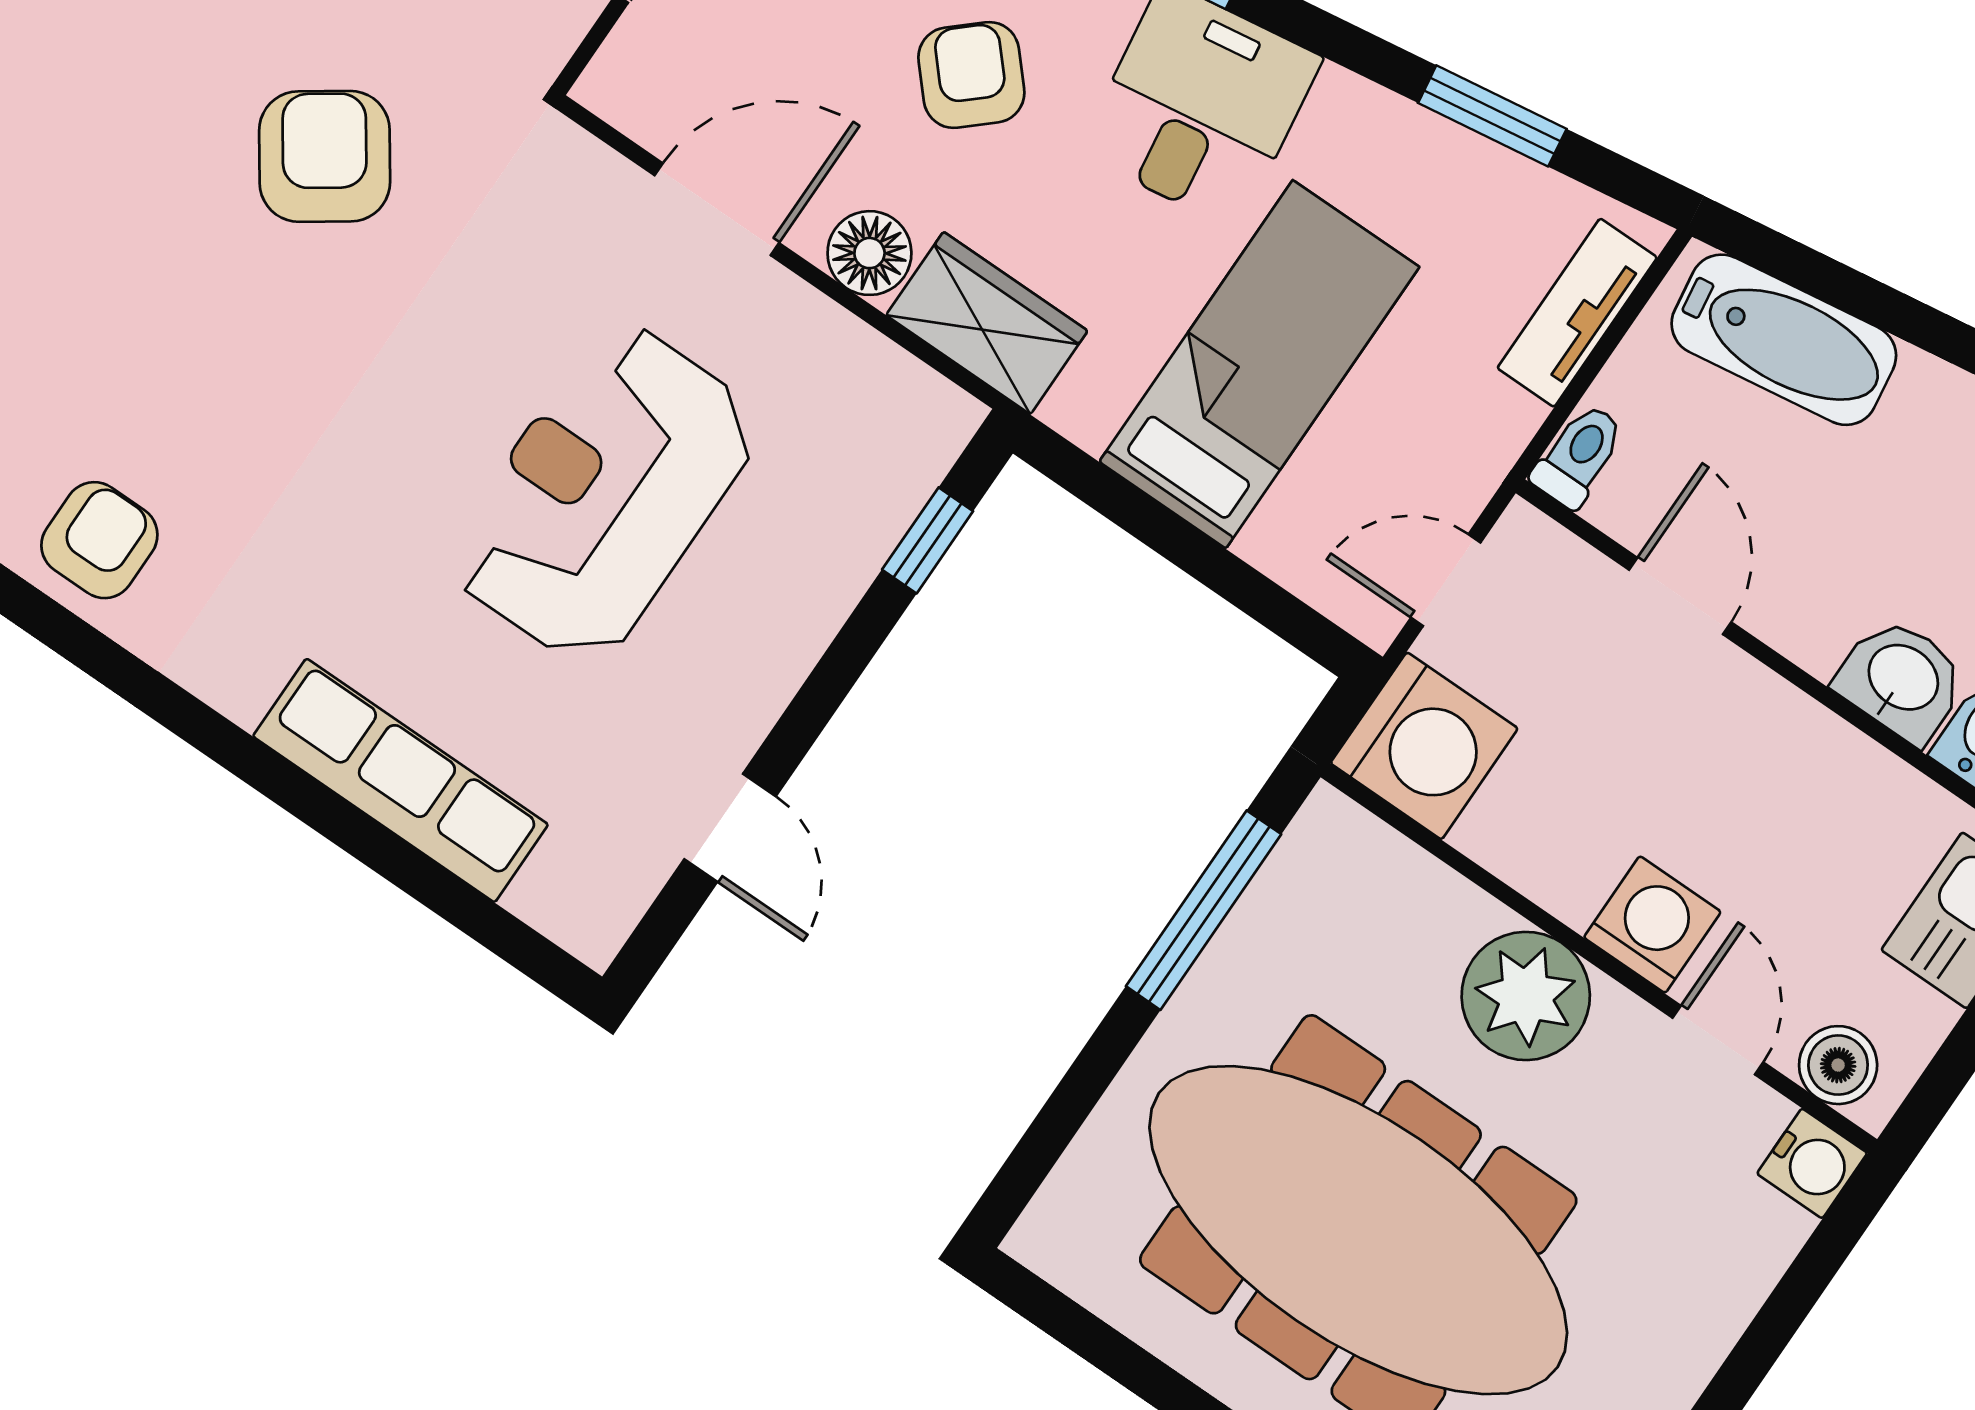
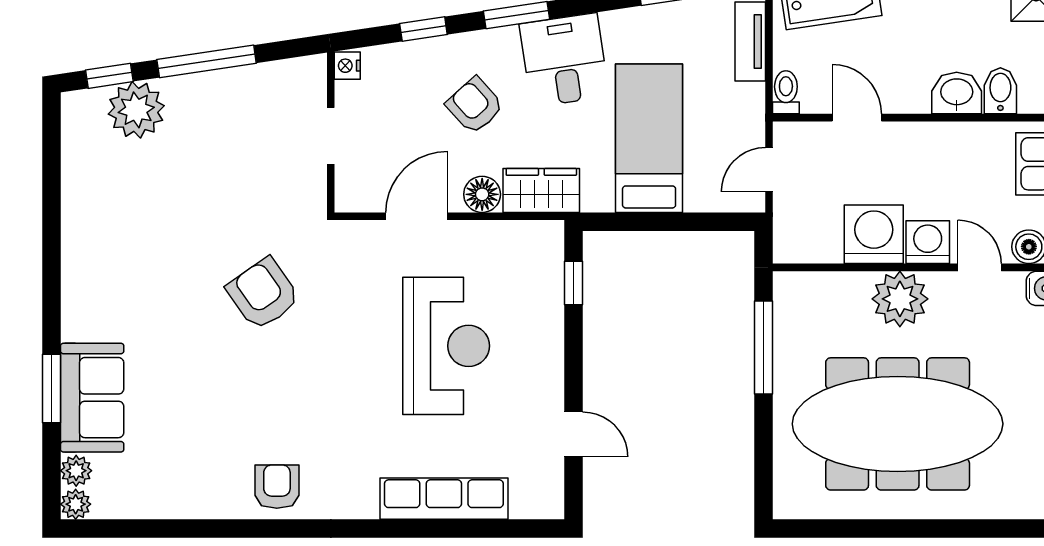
reception desk: (604, 493) -> (446, 346), turned 180
washing machine: (1424, 746) -> (874, 234), moved, turned -90

